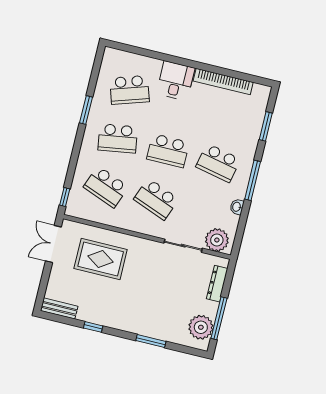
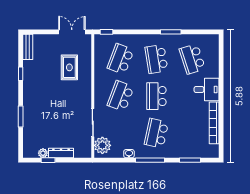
rug: (101, 259) -> (69, 67), width x0.73, depth x0.70
dresser: (217, 284) -> (61, 153), moved
window: (219, 318) -> (48, 160), width x0.46
plant: (201, 327) -> (43, 153), width x0.53, depth x0.53

